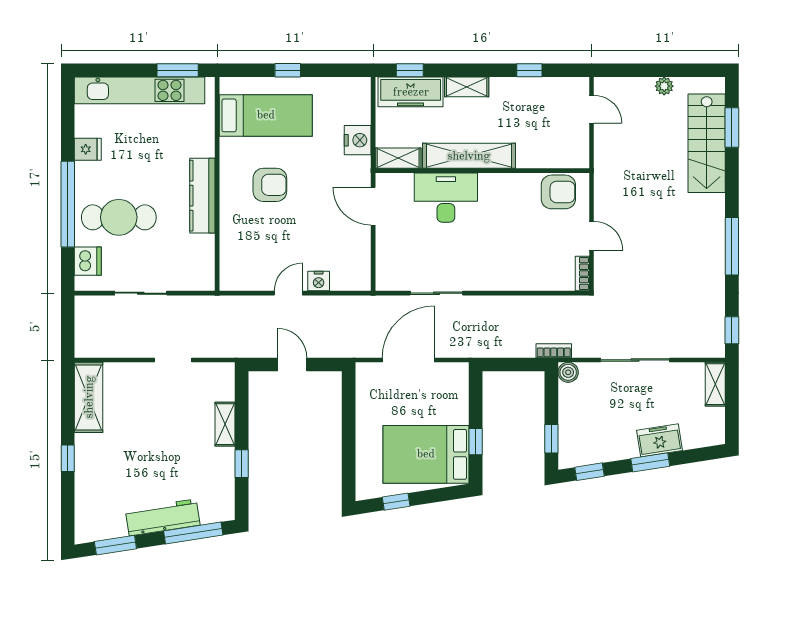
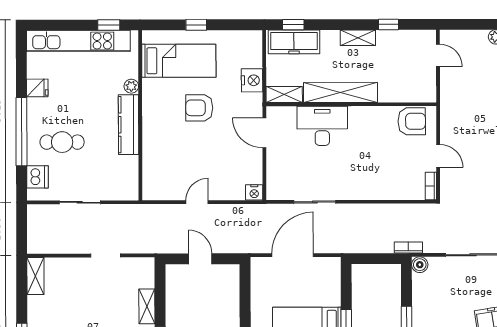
window: (178, 70) -> (109, 25), width x0.67
shelving: (467, 87) -> (358, 38), moved
plant: (206, 147) -> (131, 86), added
armchair: (270, 185) -> (199, 108), moved, turned 180
cafe table: (119, 217) -> (62, 142), width x0.73, depth x0.74
nightstand: (319, 281) -> (254, 192), moved
shelving: (89, 397) -> (35, 276), width x0.67, depth x0.75

